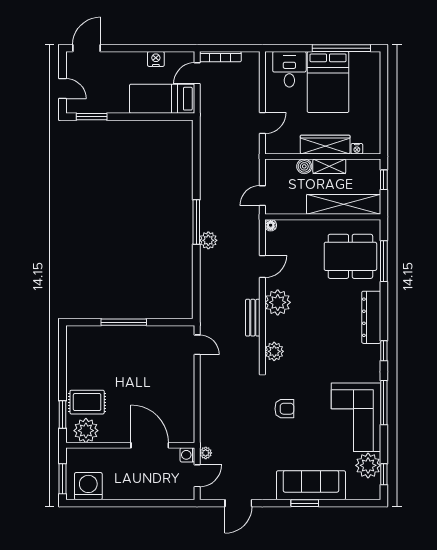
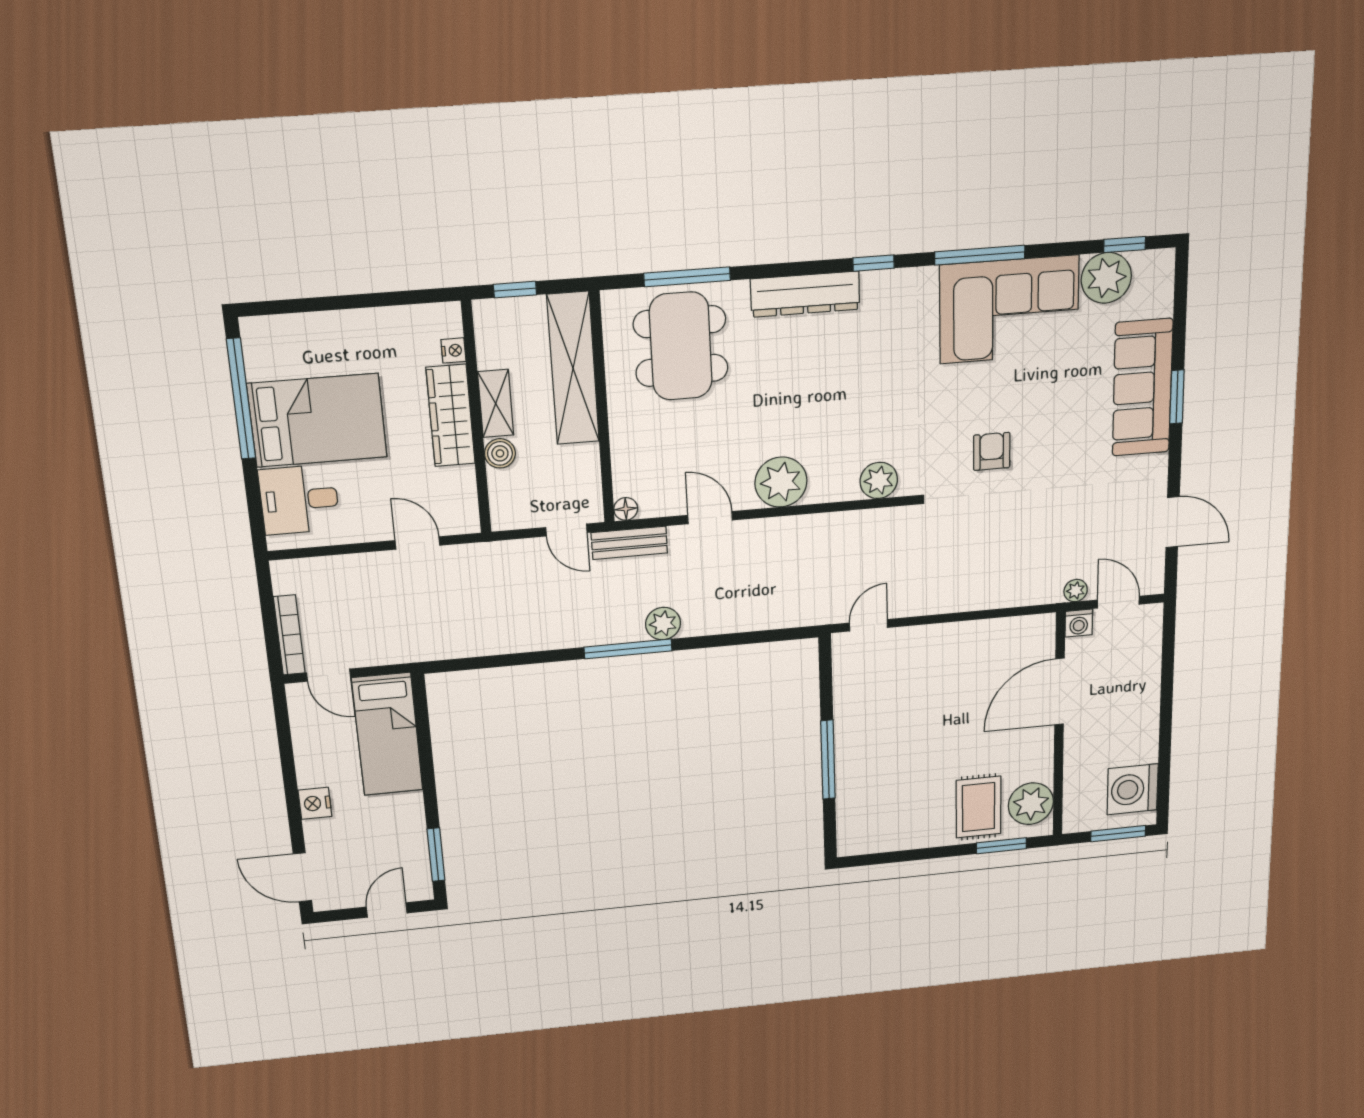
nightstand: (156, 59) -> (315, 803), moved
bench: (253, 318) -> (629, 543), moved

